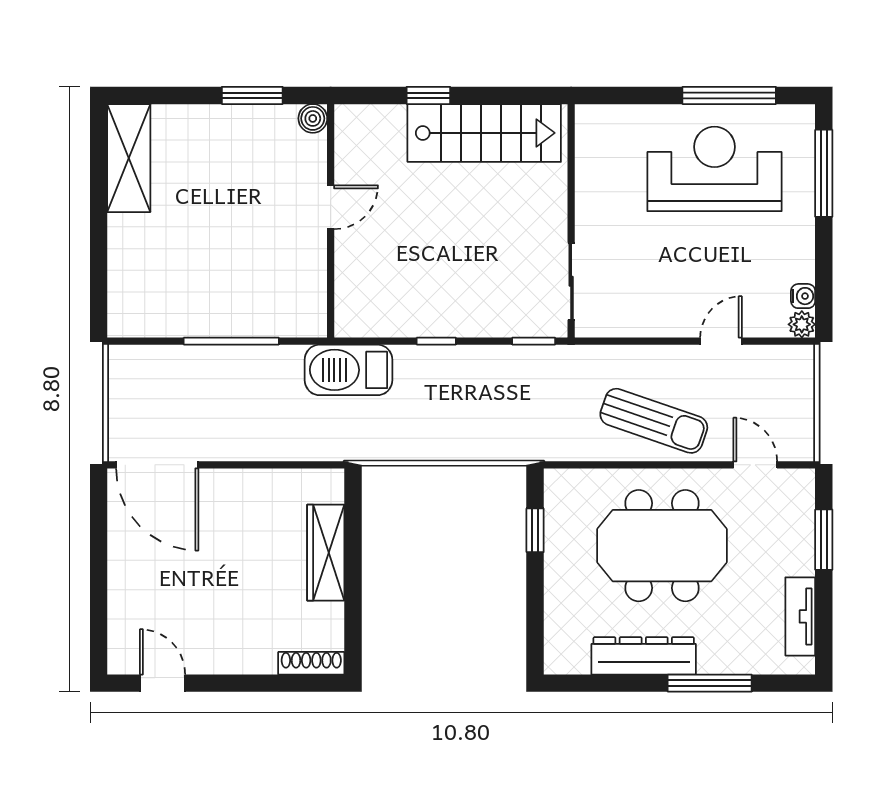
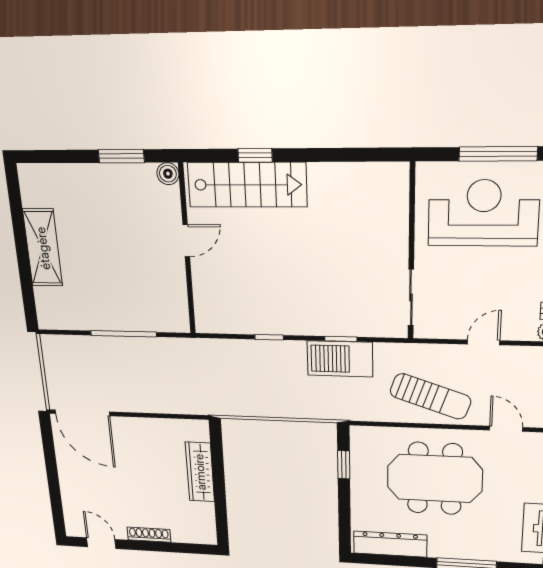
stairs: (484, 133) -> (247, 185), moved
shelving: (129, 158) -> (43, 248), moved
wall: (571, 221) -> (411, 253), moved
sliding door: (571, 281) -> (411, 298), moved
barbecue: (349, 370) -> (340, 359), moved
dresser: (644, 656) -> (390, 544), moved
shoe rack: (311, 663) -> (149, 535), moved

